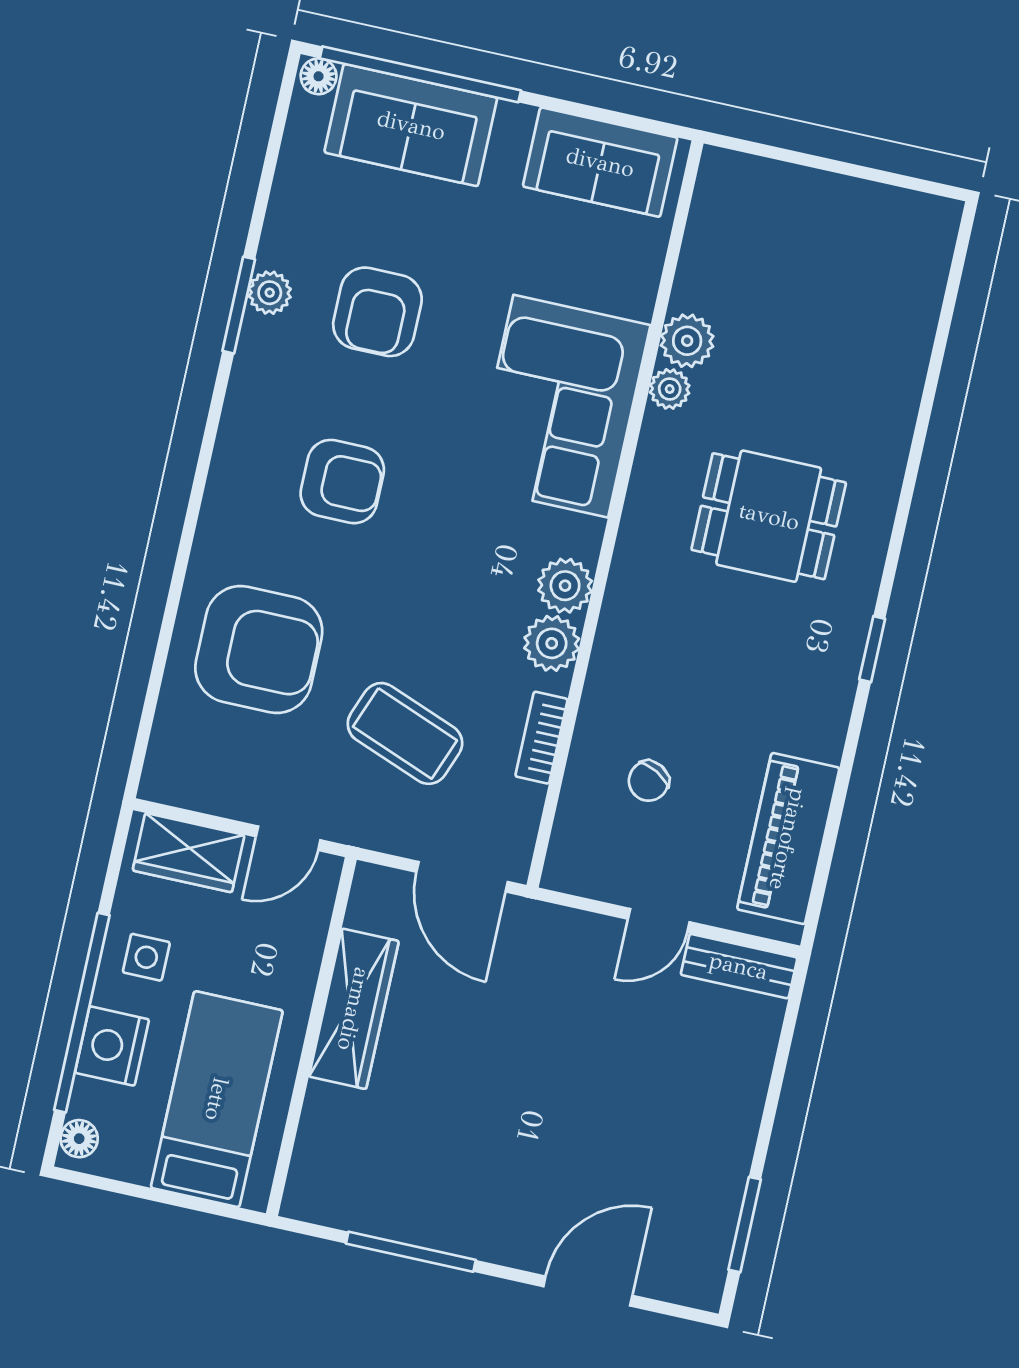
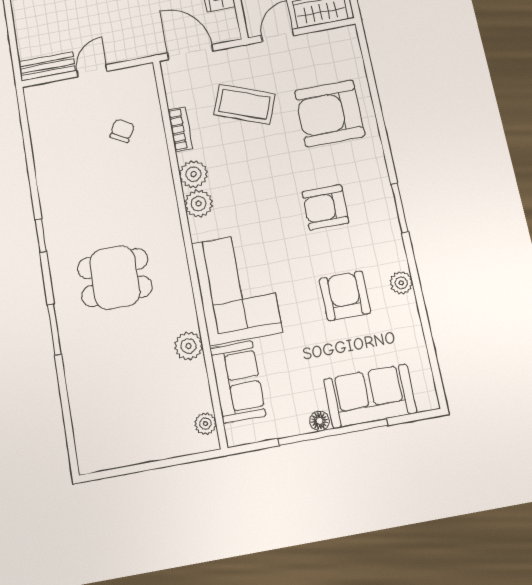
window: (420, 74) -> (333, 432), moved
floor lamp: (319, 76) -> (320, 421), moved
sofa: (600, 162) -> (238, 382), moved, turned 90
window: (239, 305) -> (400, 208), moved
plant: (670, 389) -> (205, 424), moved
window: (912, 469) -> (54, 330), added
piano: (788, 839) -> (47, 132), removed

